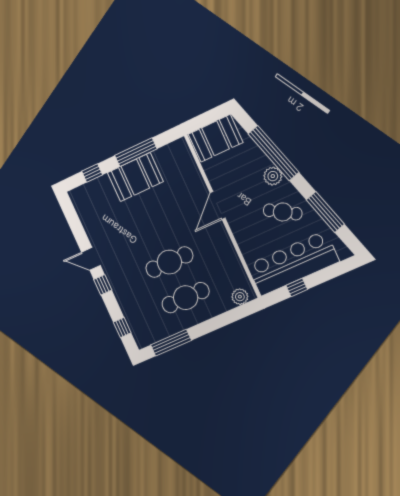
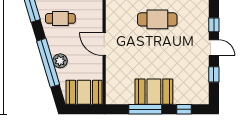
plant: (273, 176) -> (60, 61), moved
door: (218, 205) -> (104, 44), swing flipped
cafe table: (283, 212) -> (60, 18), turned -32
window: (77, 229) -> (214, 74), added

